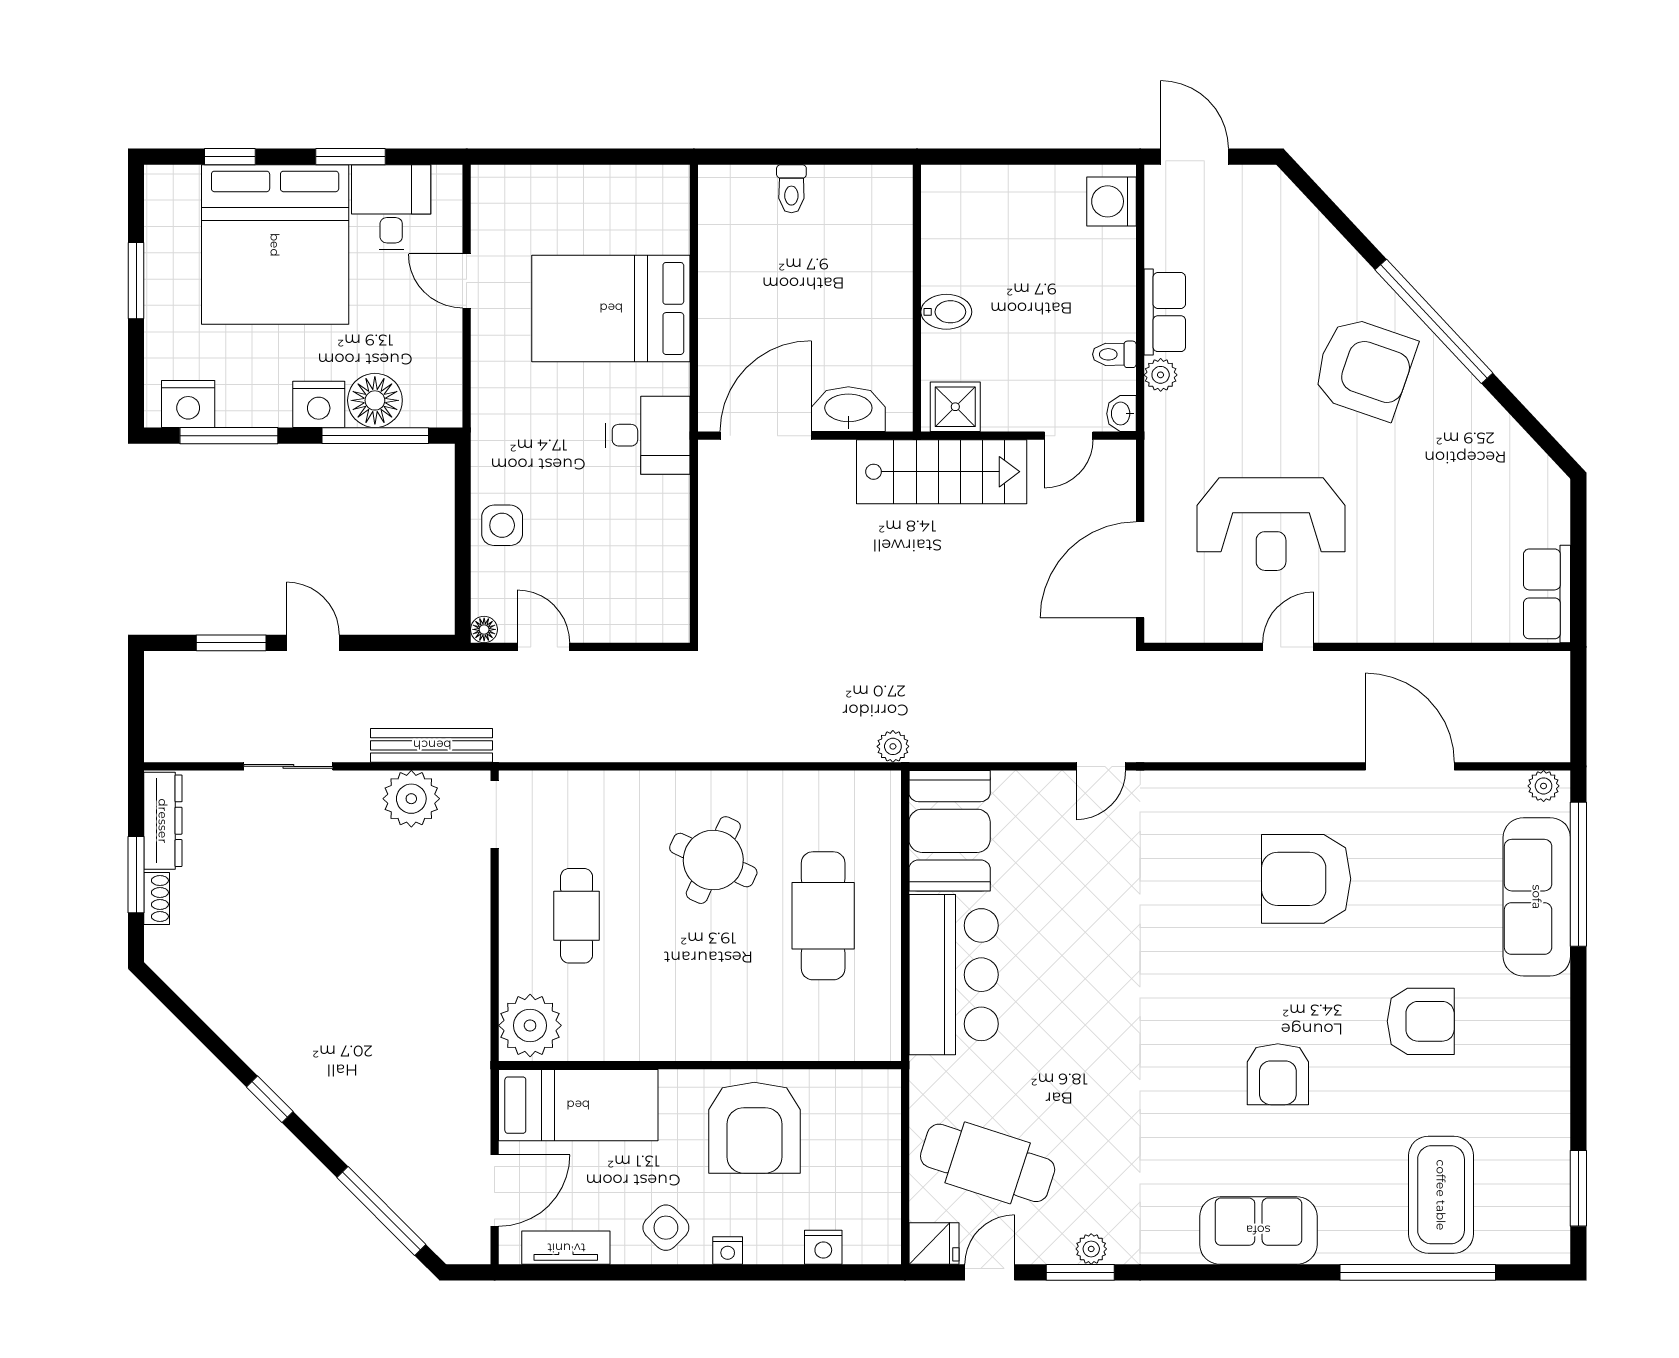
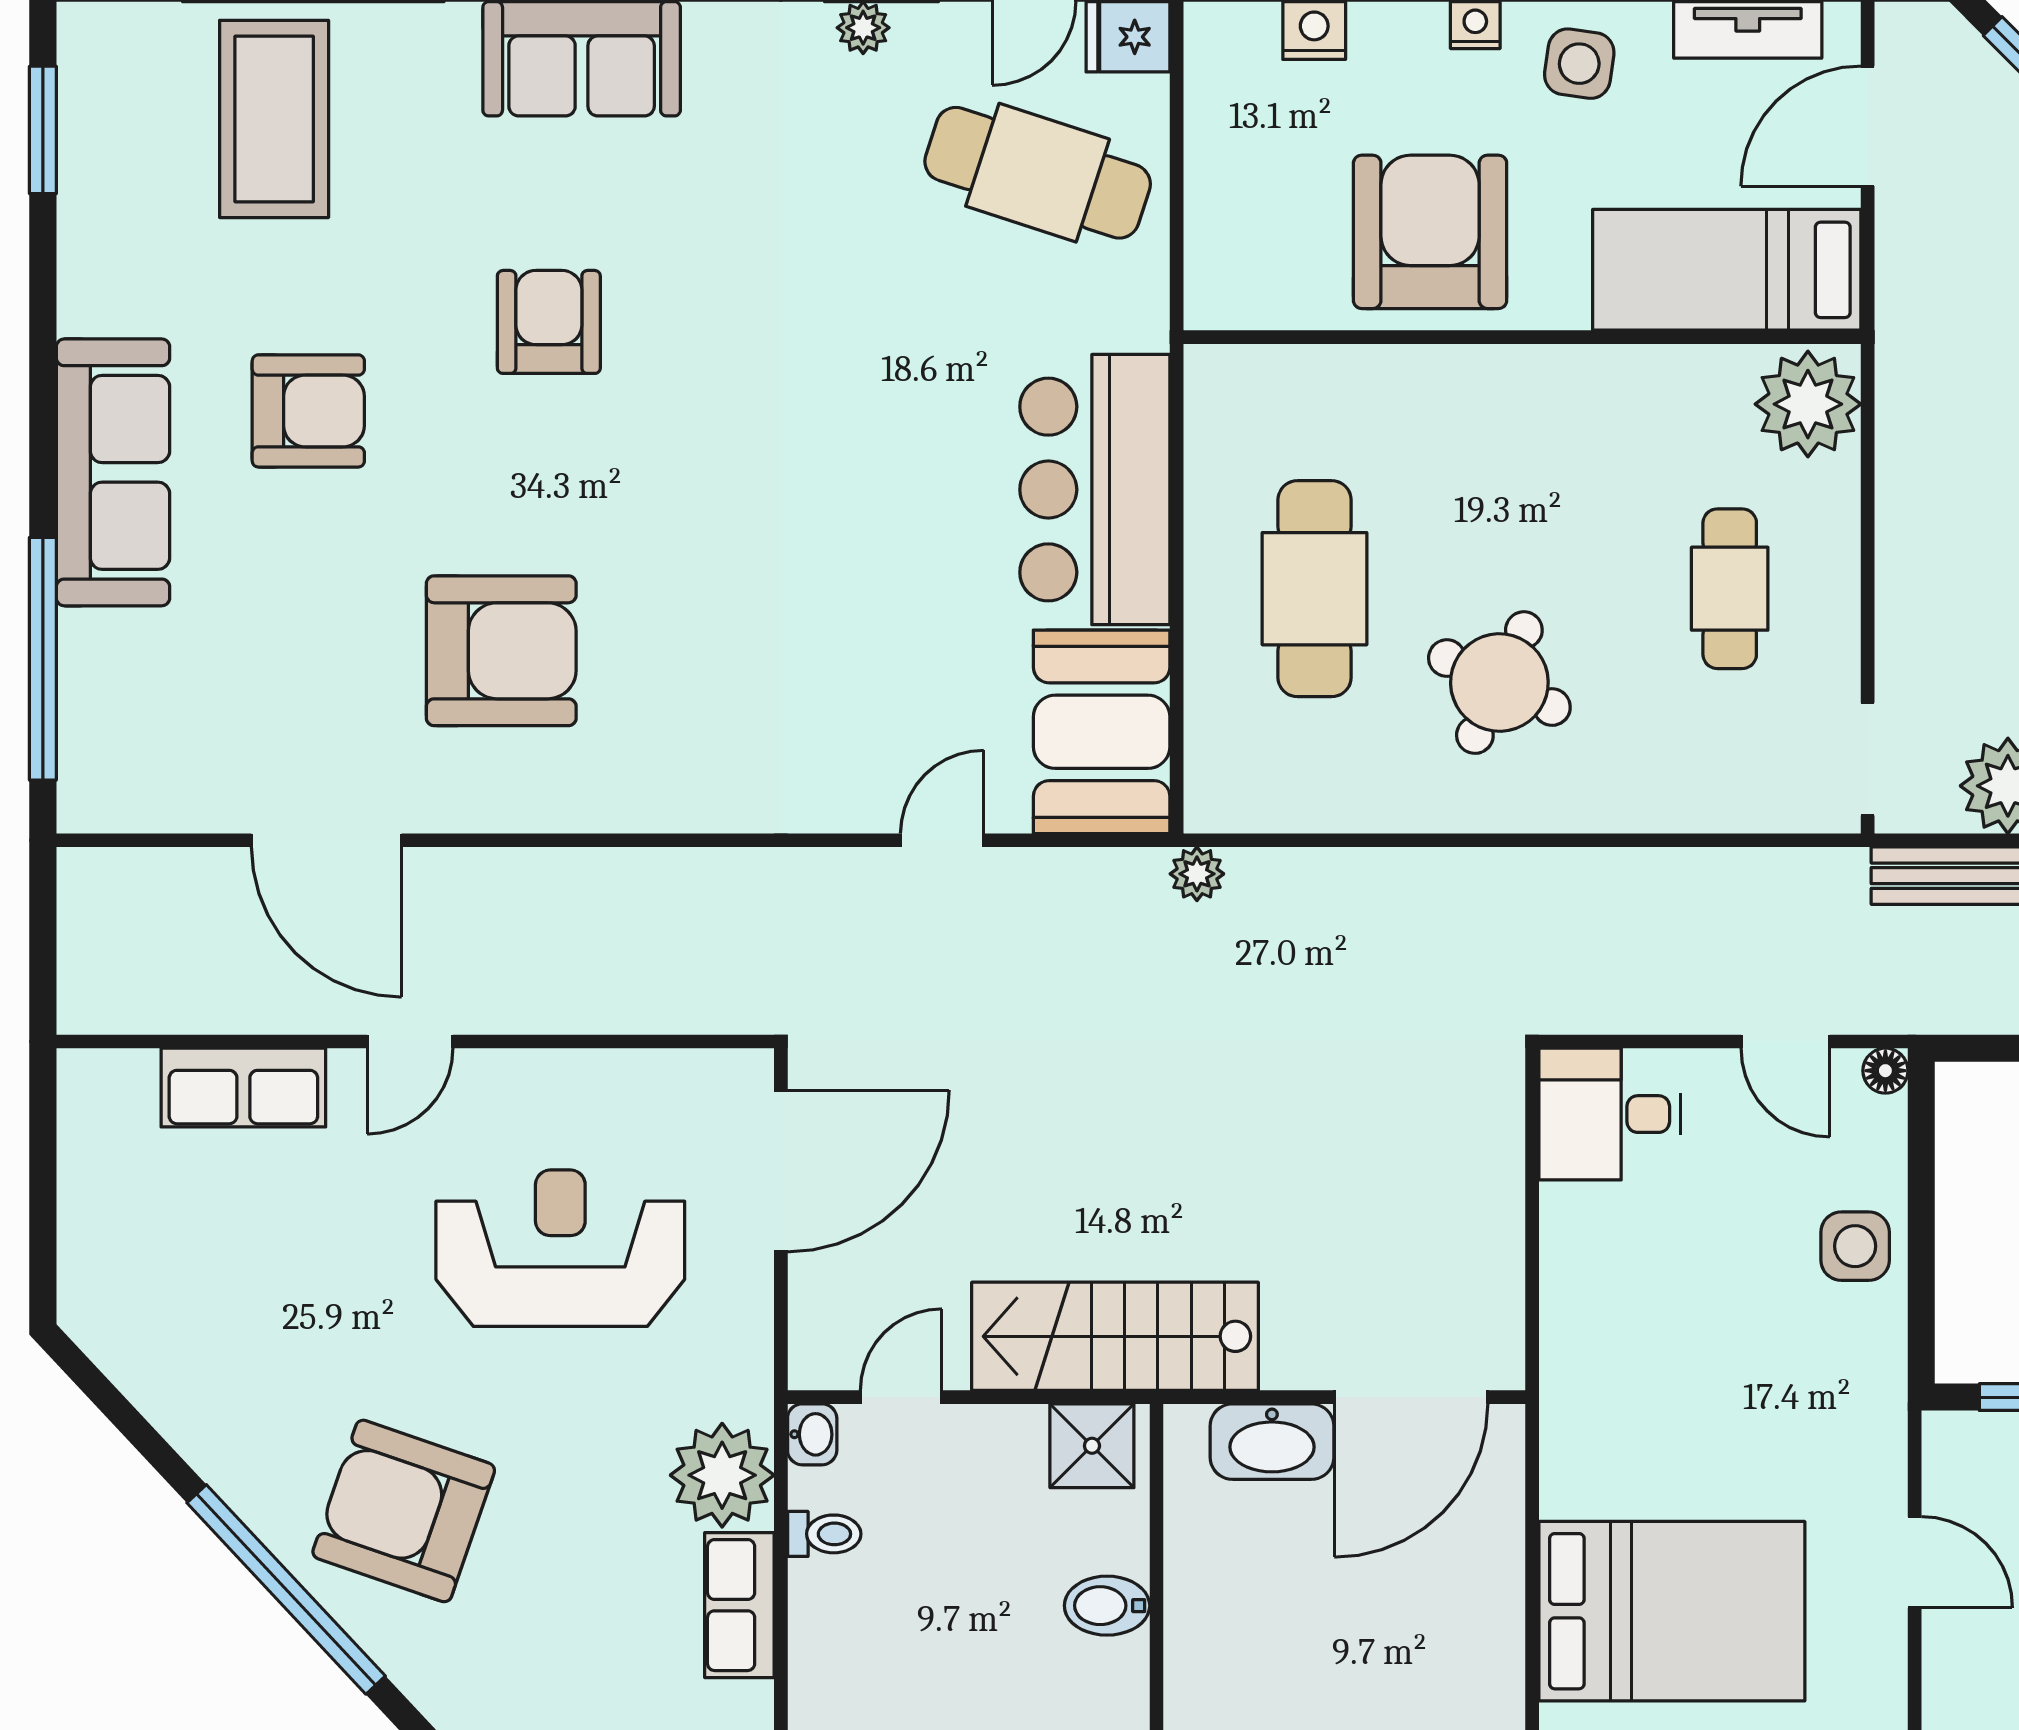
door: (467, 281) -> (1915, 1562), moved
plant: (1161, 375) -> (722, 1475), width x1.87, depth x1.87
desk: (648, 435) -> (1610, 1114), moved
row of seats: (1547, 594) -> (243, 1088), moved, turned 90
door: (1288, 647) -> (410, 1042), moved
door: (1101, 766) -> (942, 840), moved
plant: (1544, 786) -> (102, 807), removed
sofa: (1537, 897) -> (113, 472), moved
armchair: (1421, 1021) -> (308, 411), turned 180
side table: (666, 1228) -> (1579, 64), turned -37

